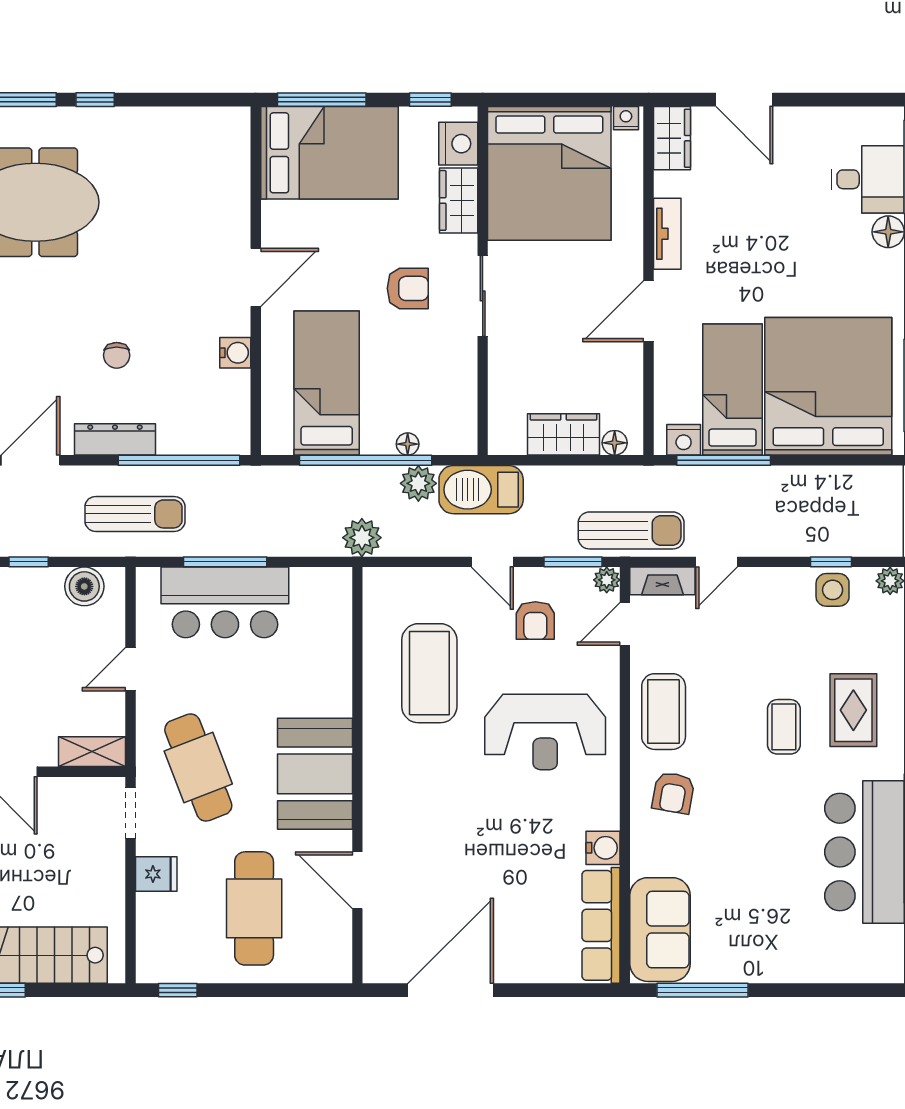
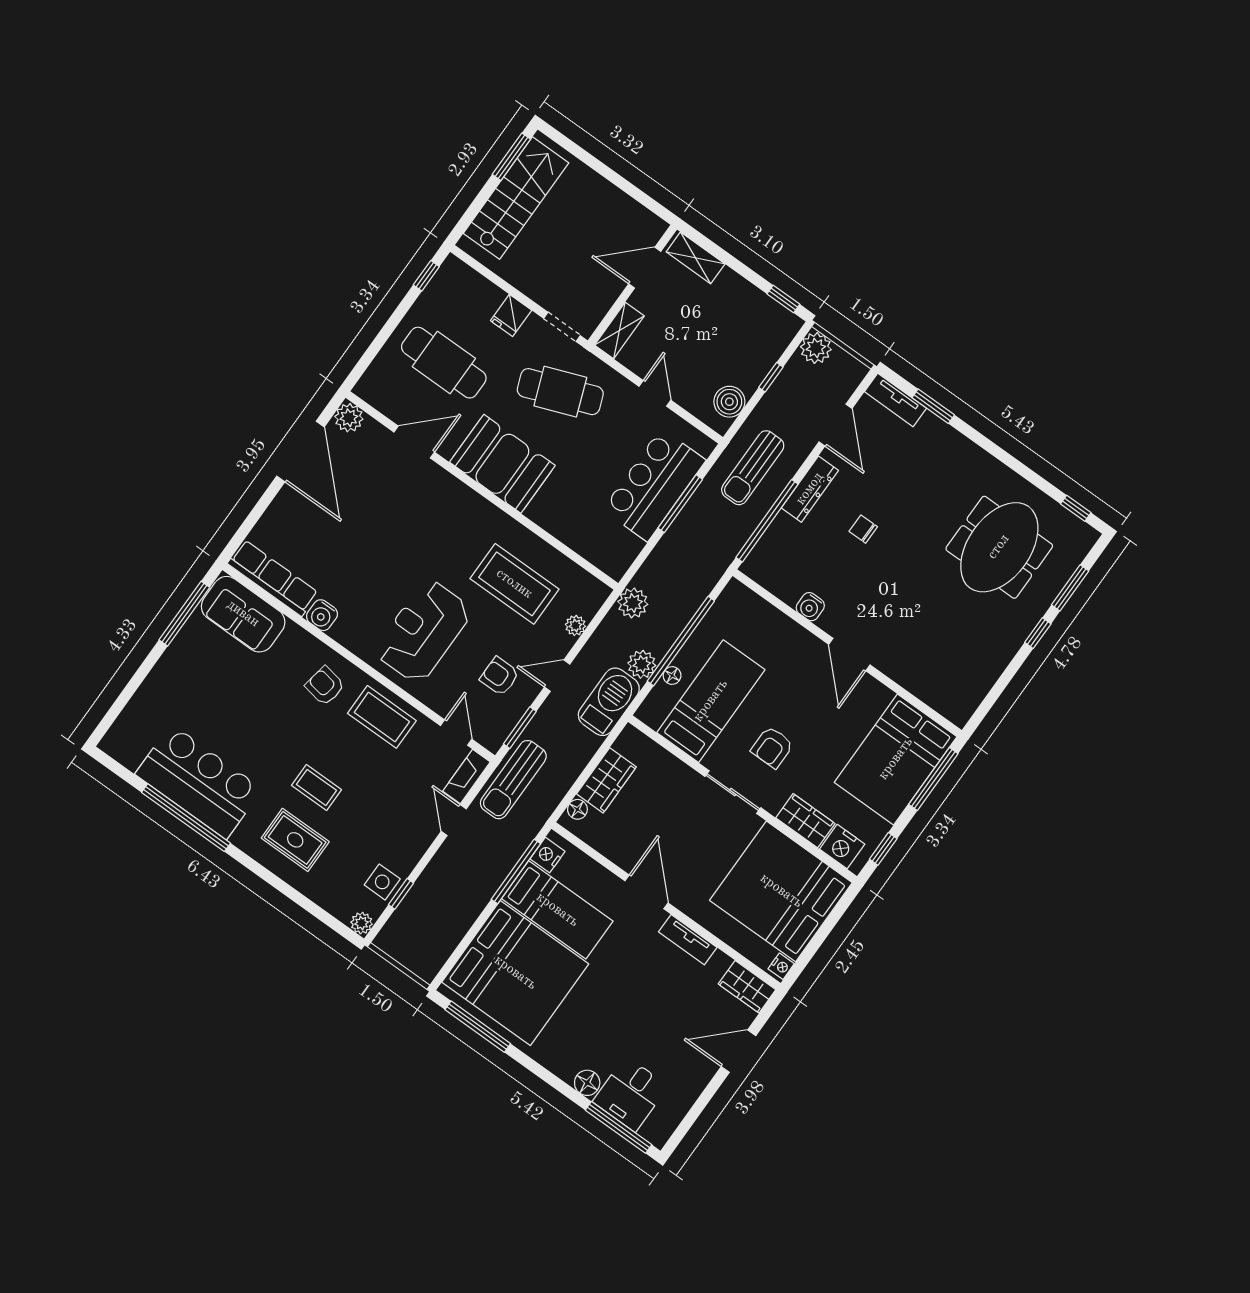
bed: (327, 383) -> (711, 701), moved, turned -90
plant: (607, 580) -> (575, 625), moved
plant: (381, 965) -> (349, 418), added

